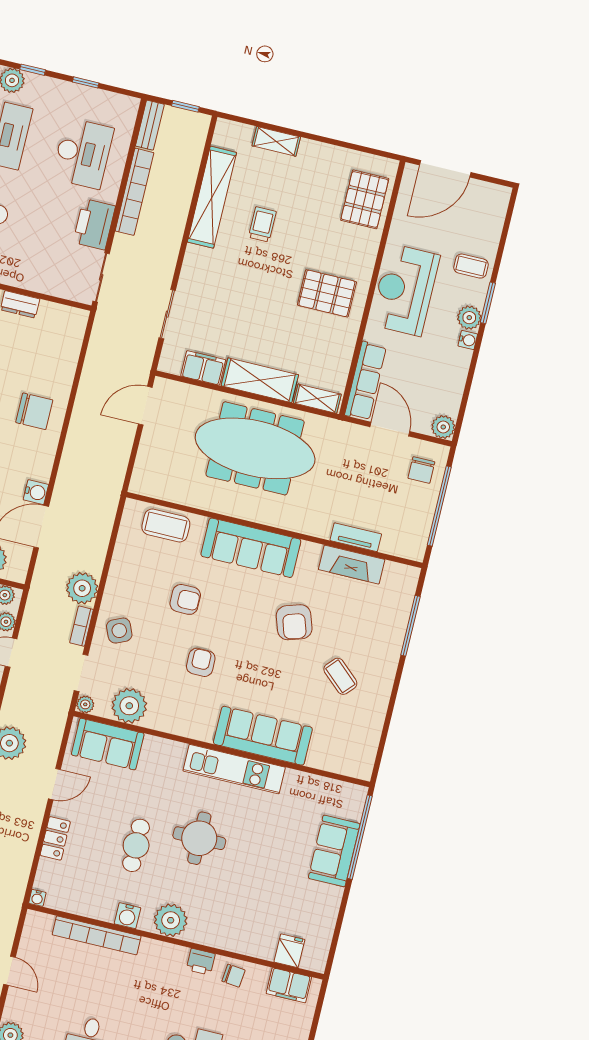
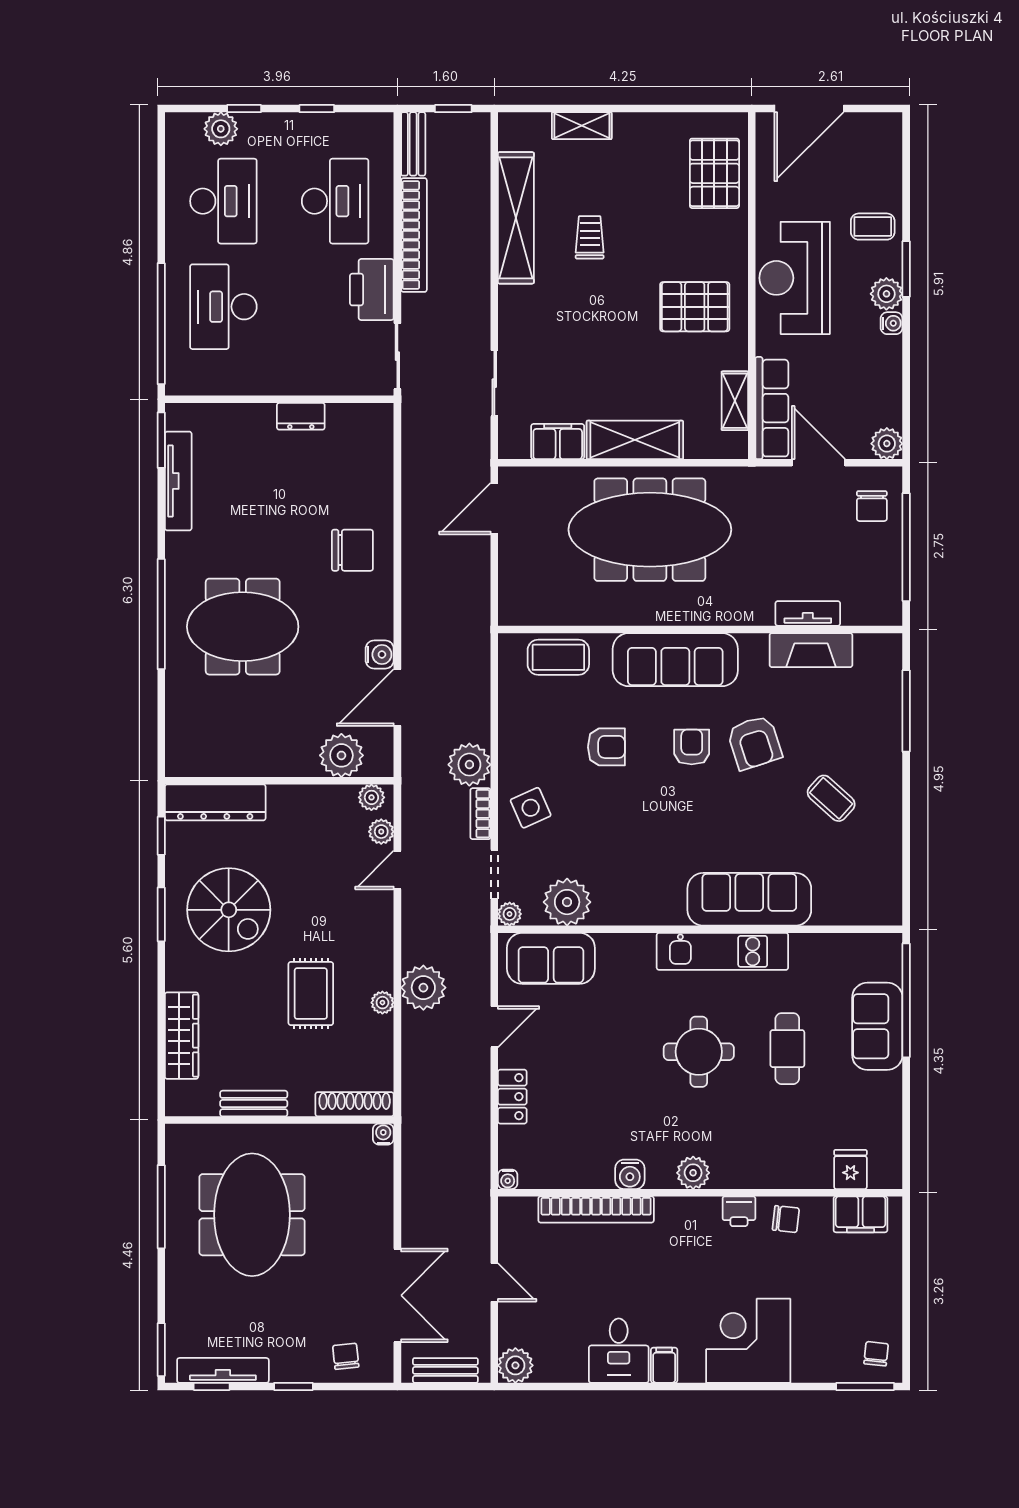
shelving: (317, 399) -> (735, 401), moved, turned 90
armchair: (201, 662) -> (692, 747), moved
cafe table: (136, 845) -> (787, 1049), moved
plant: (171, 920) -> (693, 1173), width x0.73, depth x0.73

